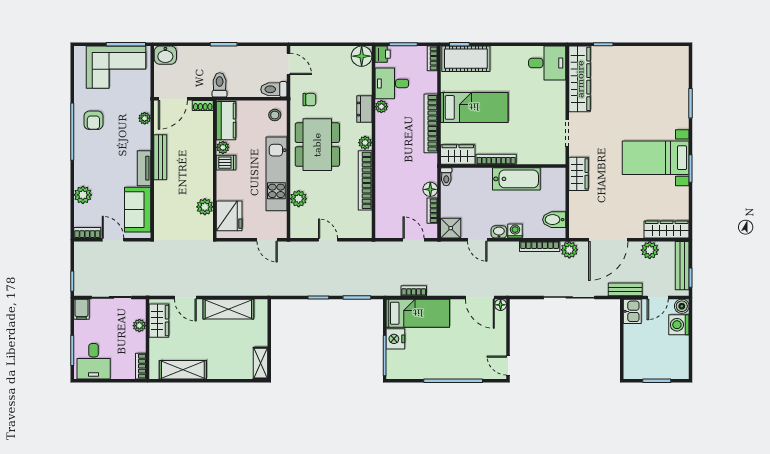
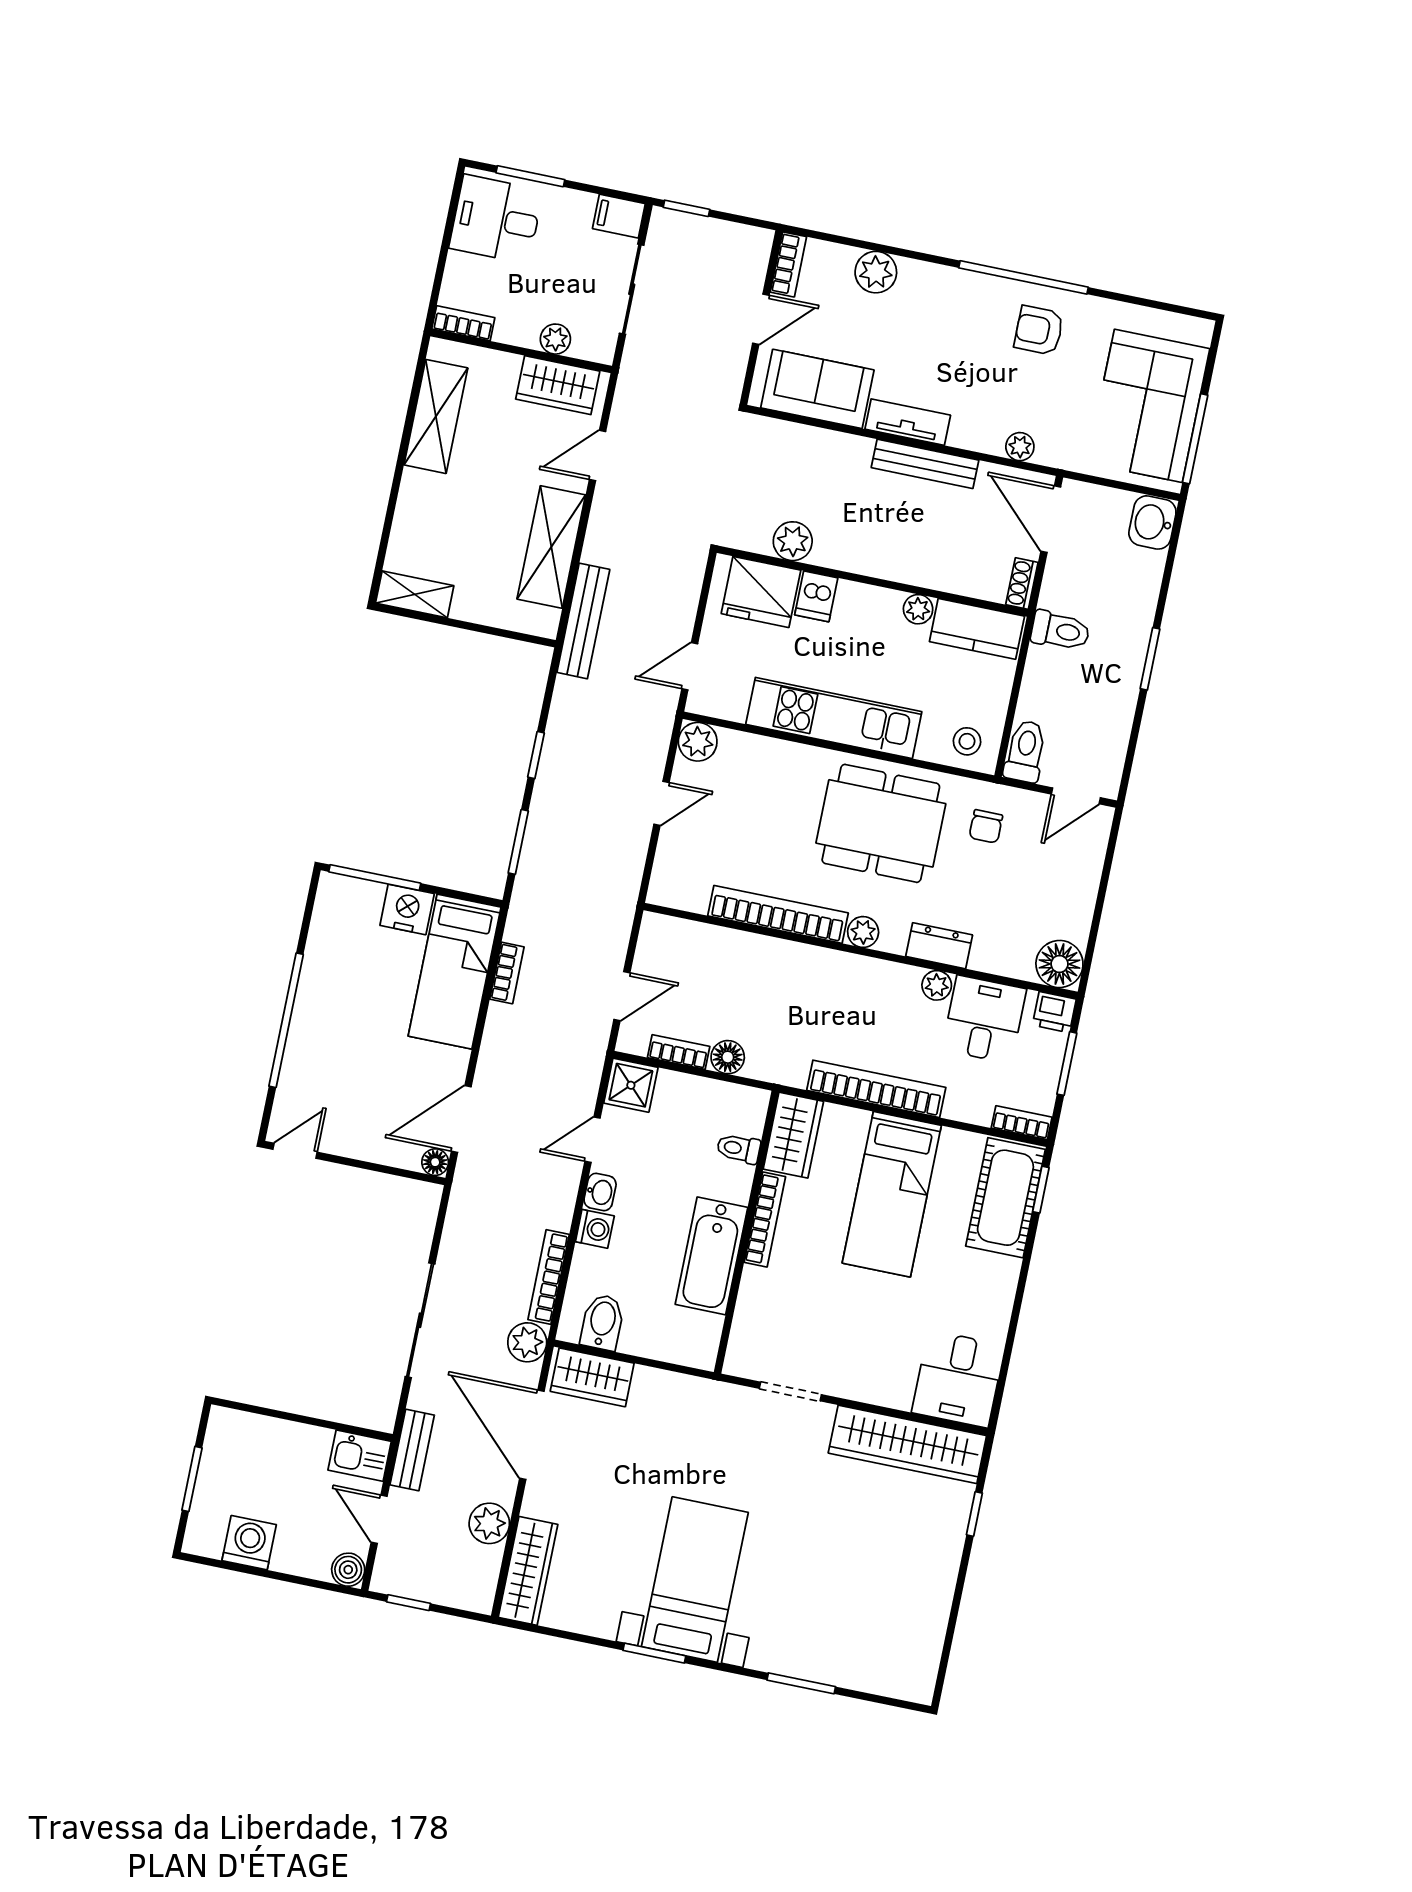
dishwasher: (226, 163) -> (816, 596), moved
wardrobe: (579, 174) -> (592, 1377), moved
toilet: (446, 177) -> (739, 1149), moved
plant: (299, 199) -> (698, 742), moved
bench: (682, 266) -> (583, 621), moved, turned 90
washing machine: (679, 325) -> (249, 1543), moved

